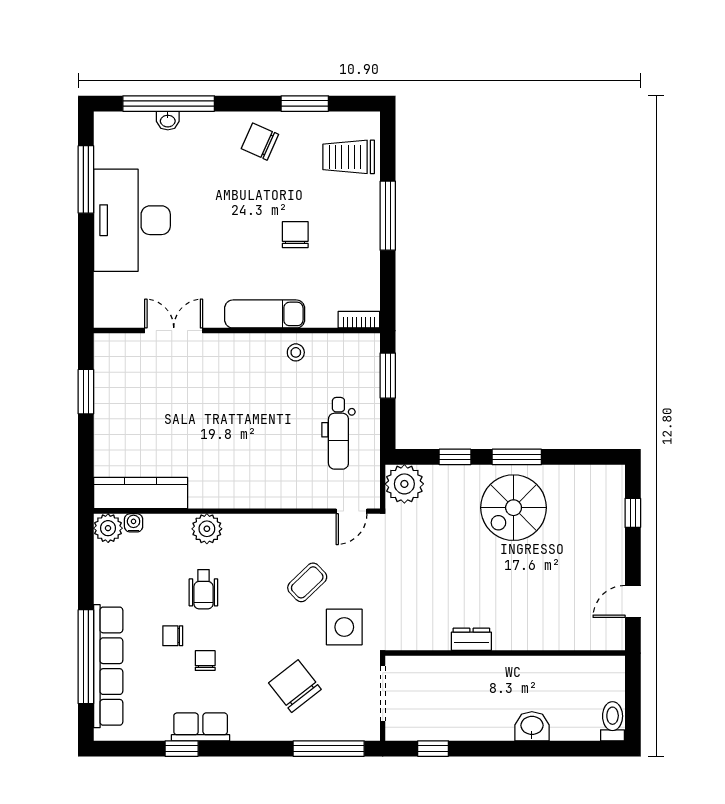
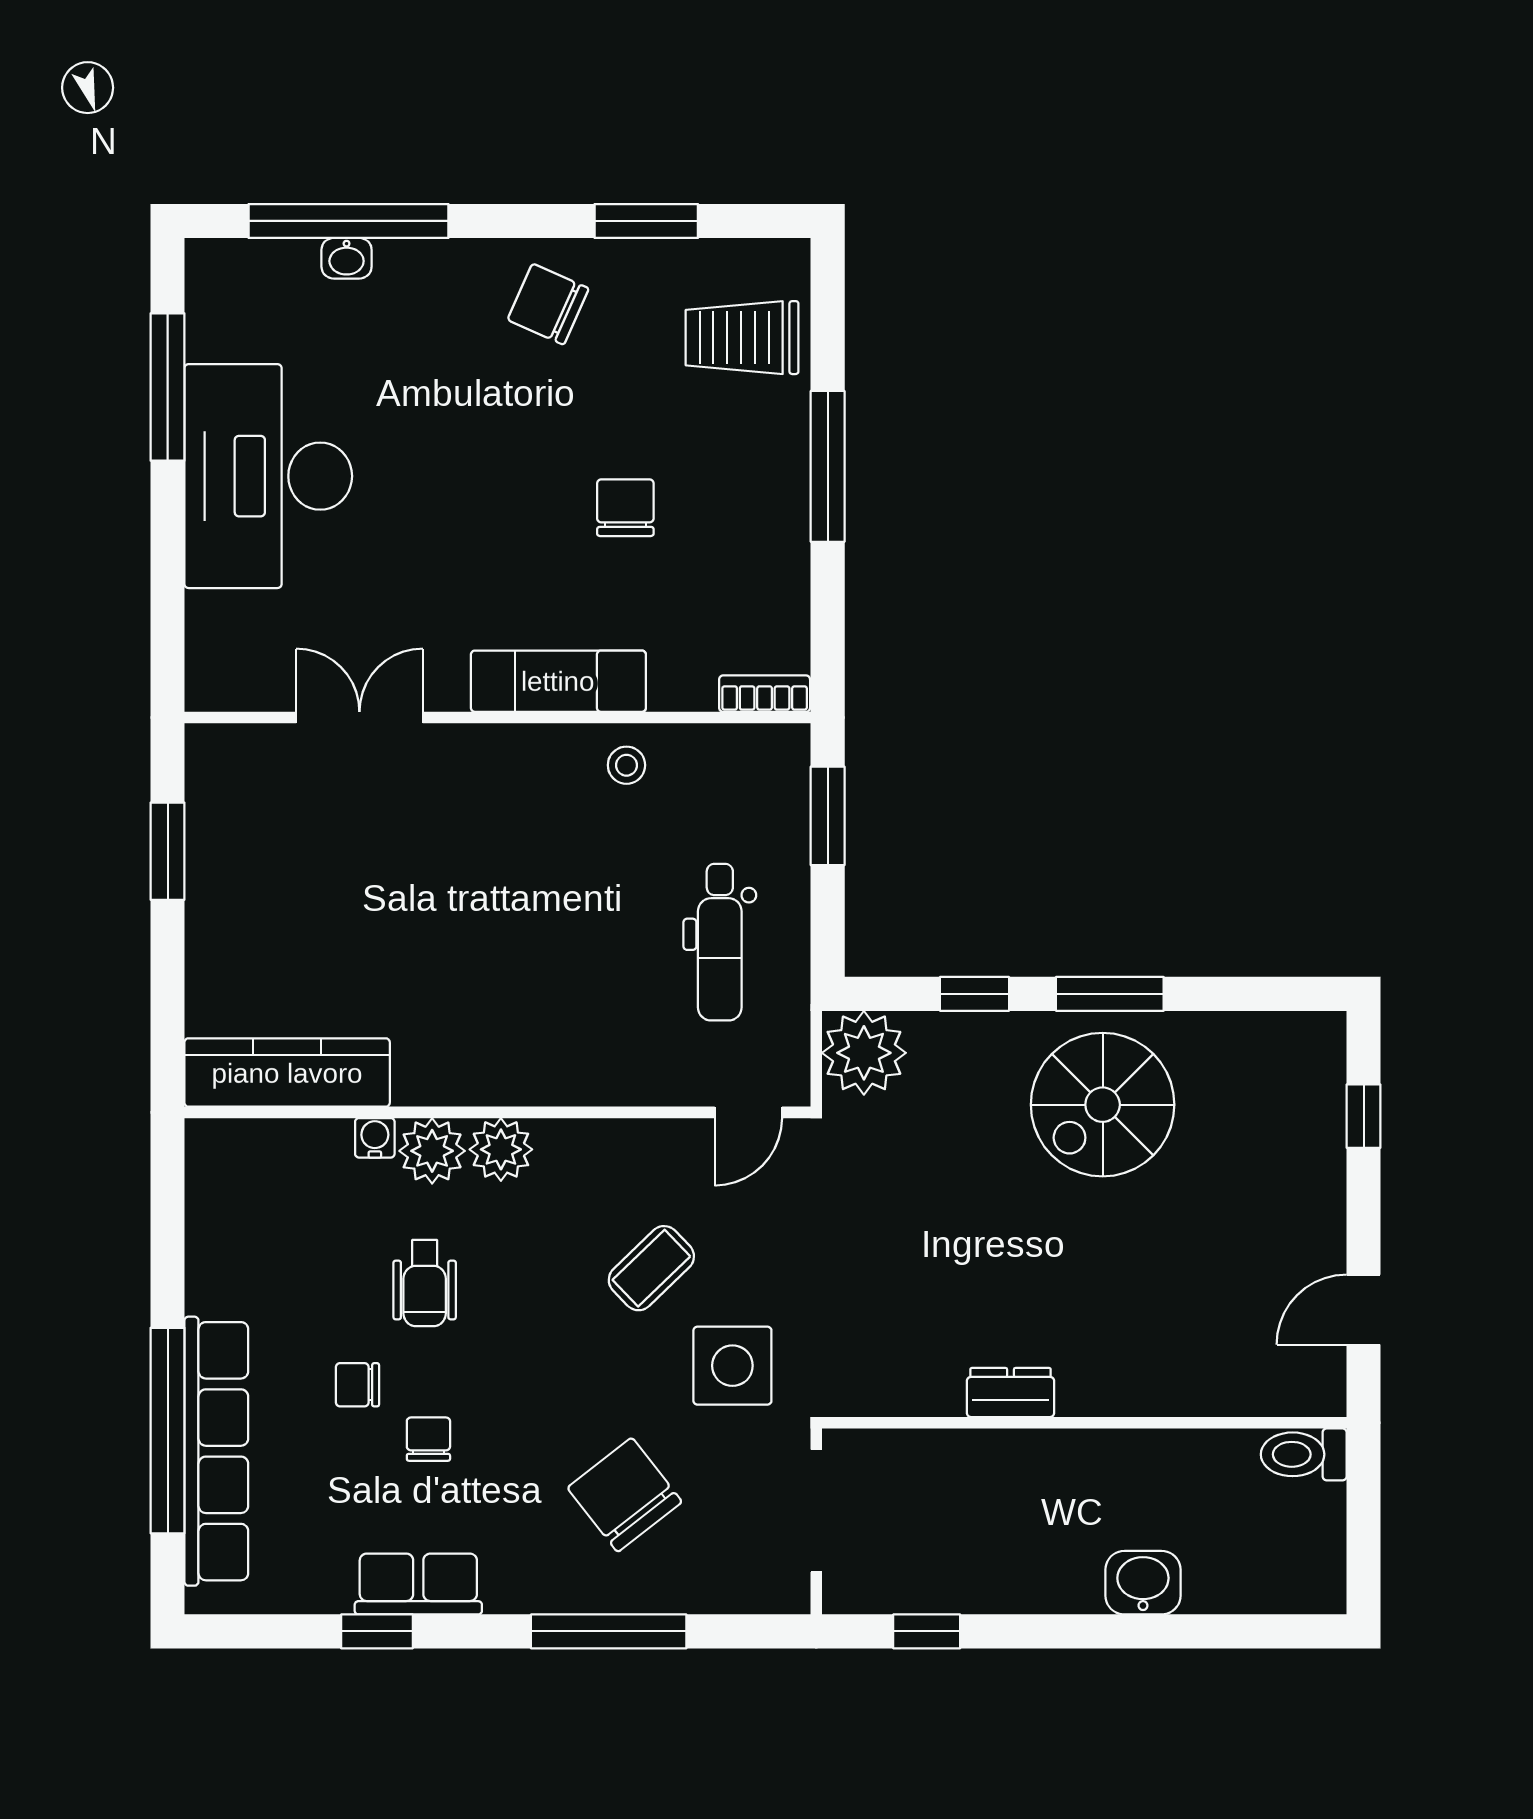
water cooler: (134, 523) -> (375, 1138), moved
plant: (108, 528) -> (501, 1149), moved
toilet: (613, 721) -> (1304, 1454), moved, turned -90
window: (329, 749) -> (609, 1631), moved

